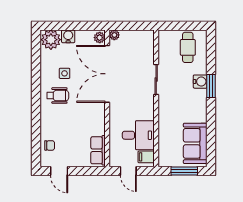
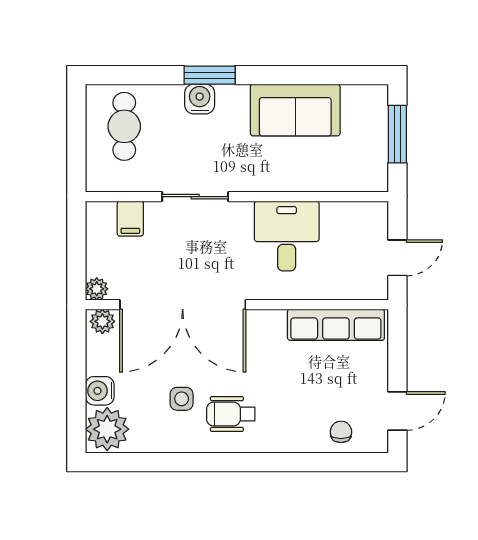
cafe table: (188, 47) -> (124, 126), turned 90
wheelchair: (58, 96) -> (231, 414), turned -90
desk: (138, 135) -> (287, 236), moved
sofa: (195, 143) -> (295, 110), moved
row of seats: (98, 150) -> (336, 325), width x1.48
filing cabinet: (146, 157) -> (130, 219), moved

